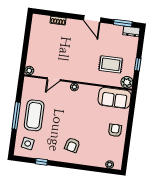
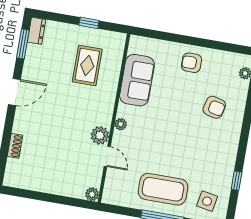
plant: (127, 82) -> (100, 135), moved
sofa: (115, 98) -> (137, 80), moved
armchair: (72, 145) -> (214, 107), moved

